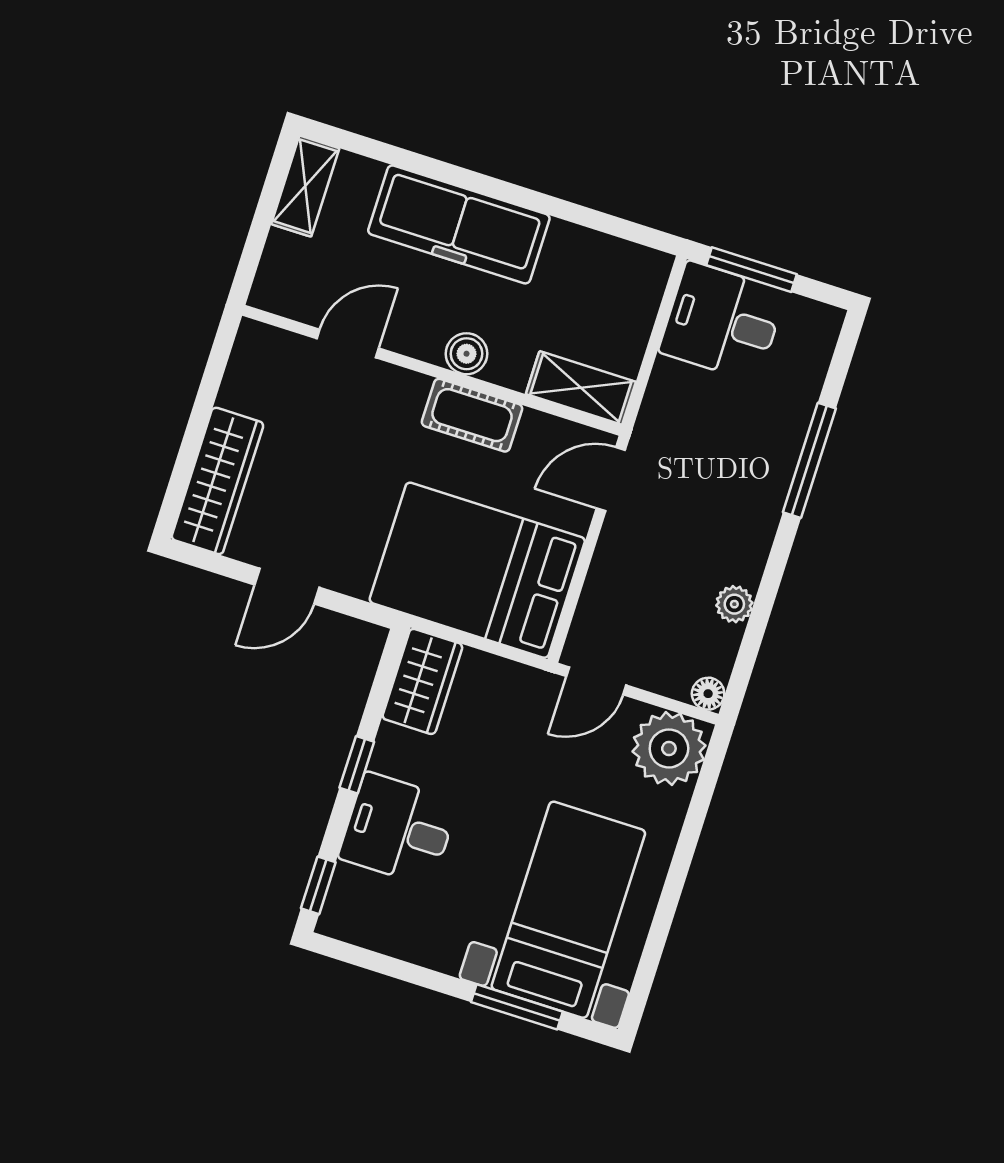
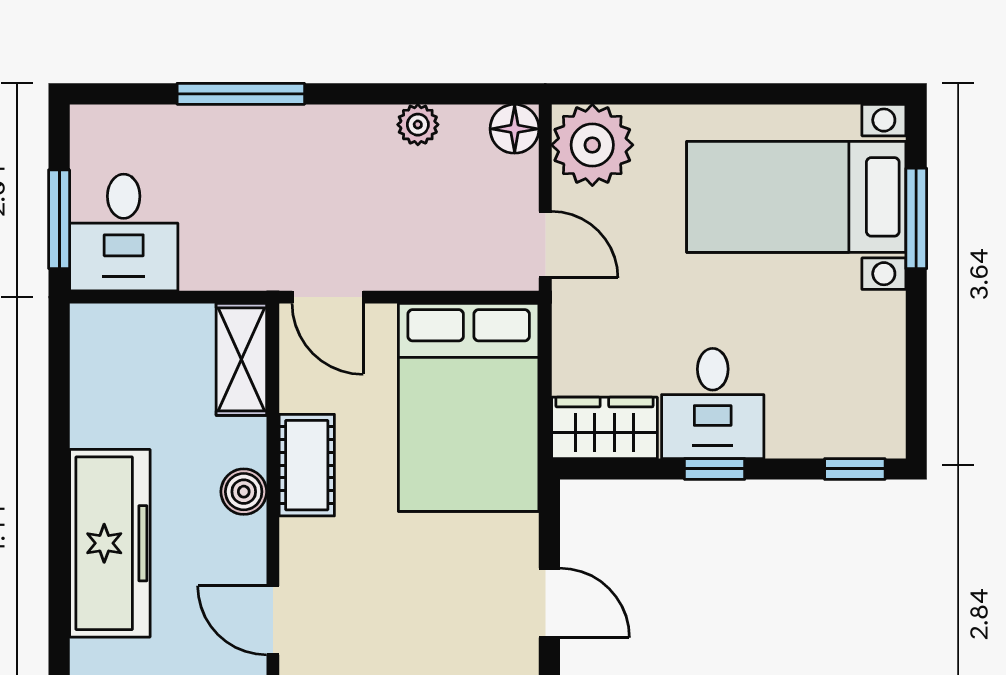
floor lamp: (708, 694) -> (515, 129), width x1.37, depth x1.37
desk: (398, 829) -> (713, 403), moved

